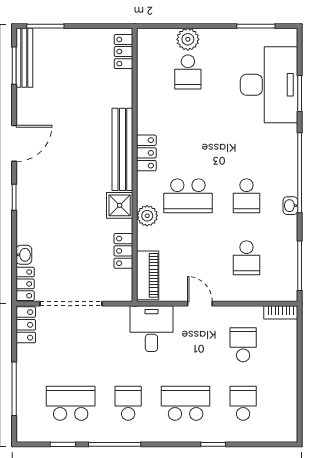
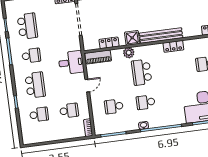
locker: (146, 153) -> (173, 46), moved

